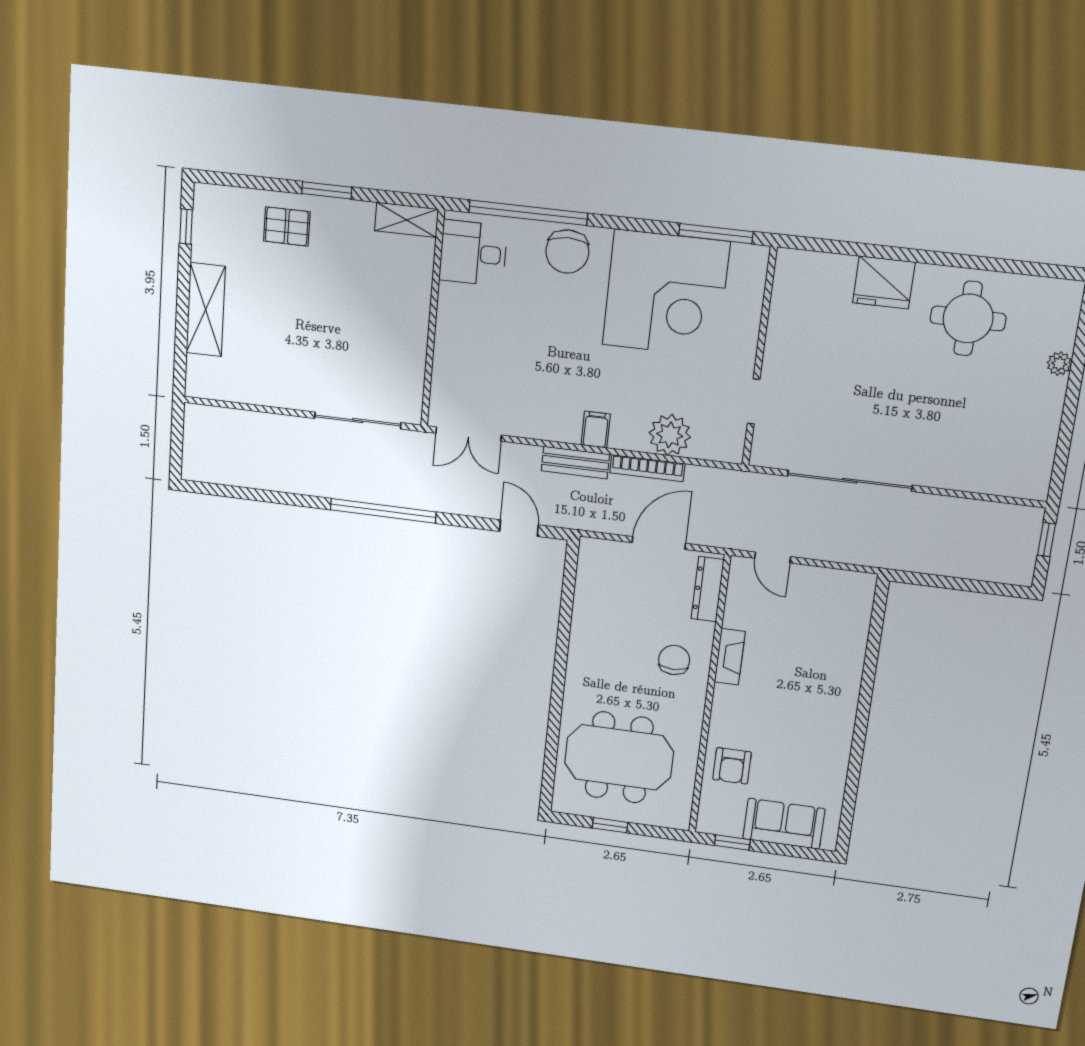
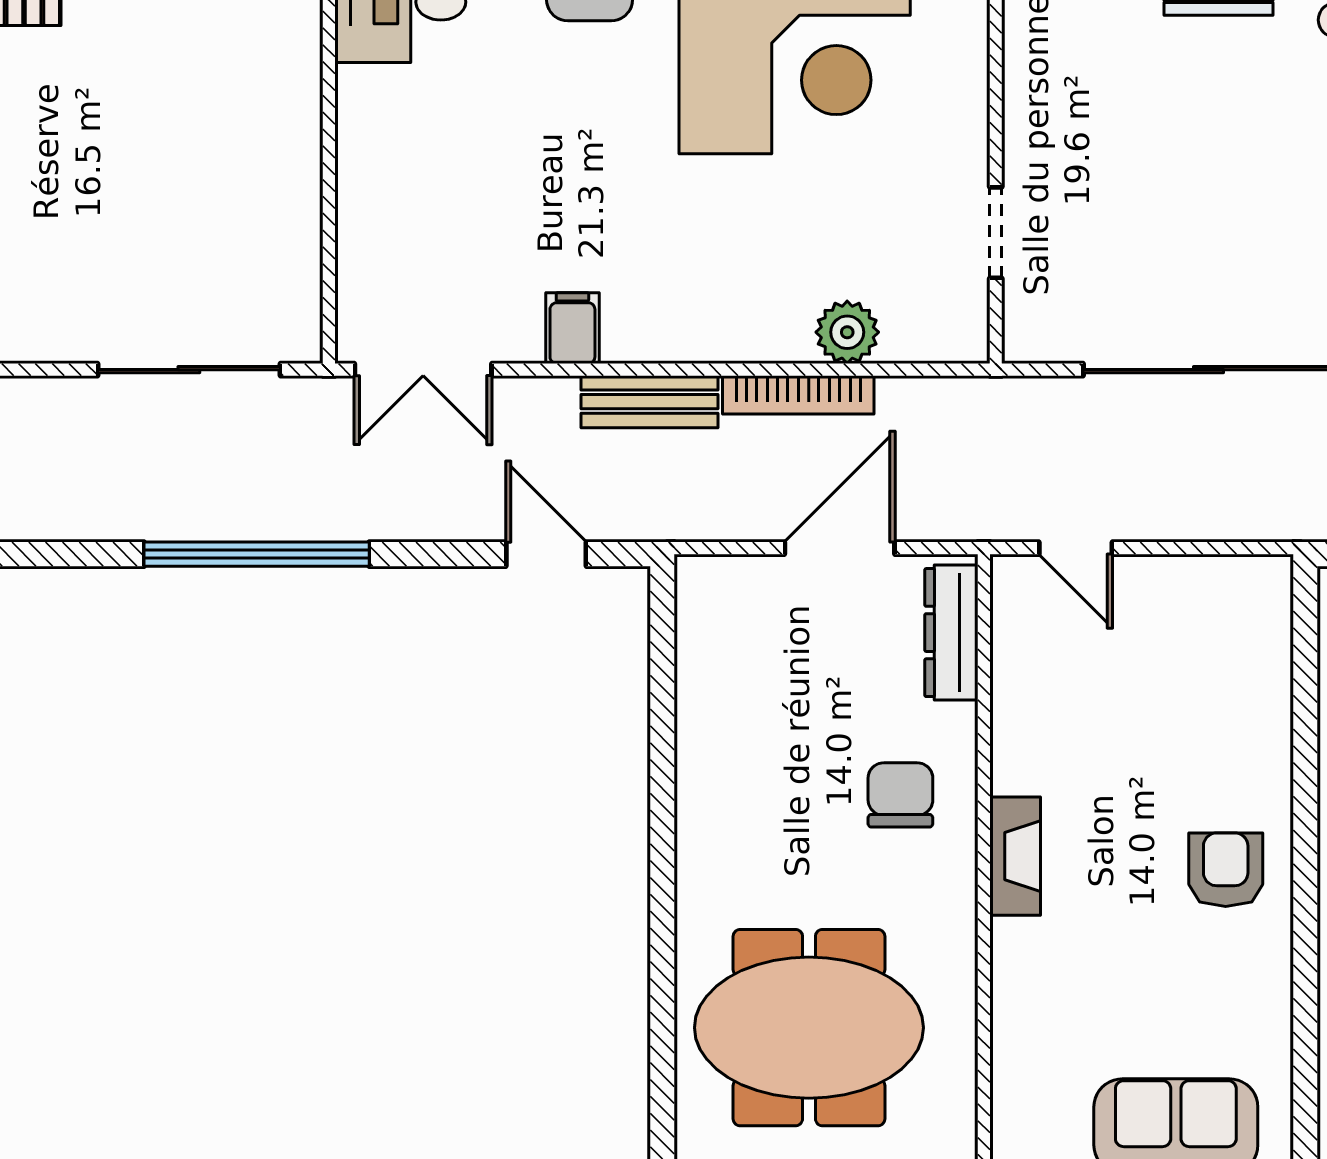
filing cabinet: (596, 430) -> (572, 328), moved
plant: (670, 435) -> (847, 332), width x0.73, depth x0.73
fireplace: (730, 657) -> (1015, 856), moved
armchair: (732, 766) -> (1226, 870), moved, turned 180

